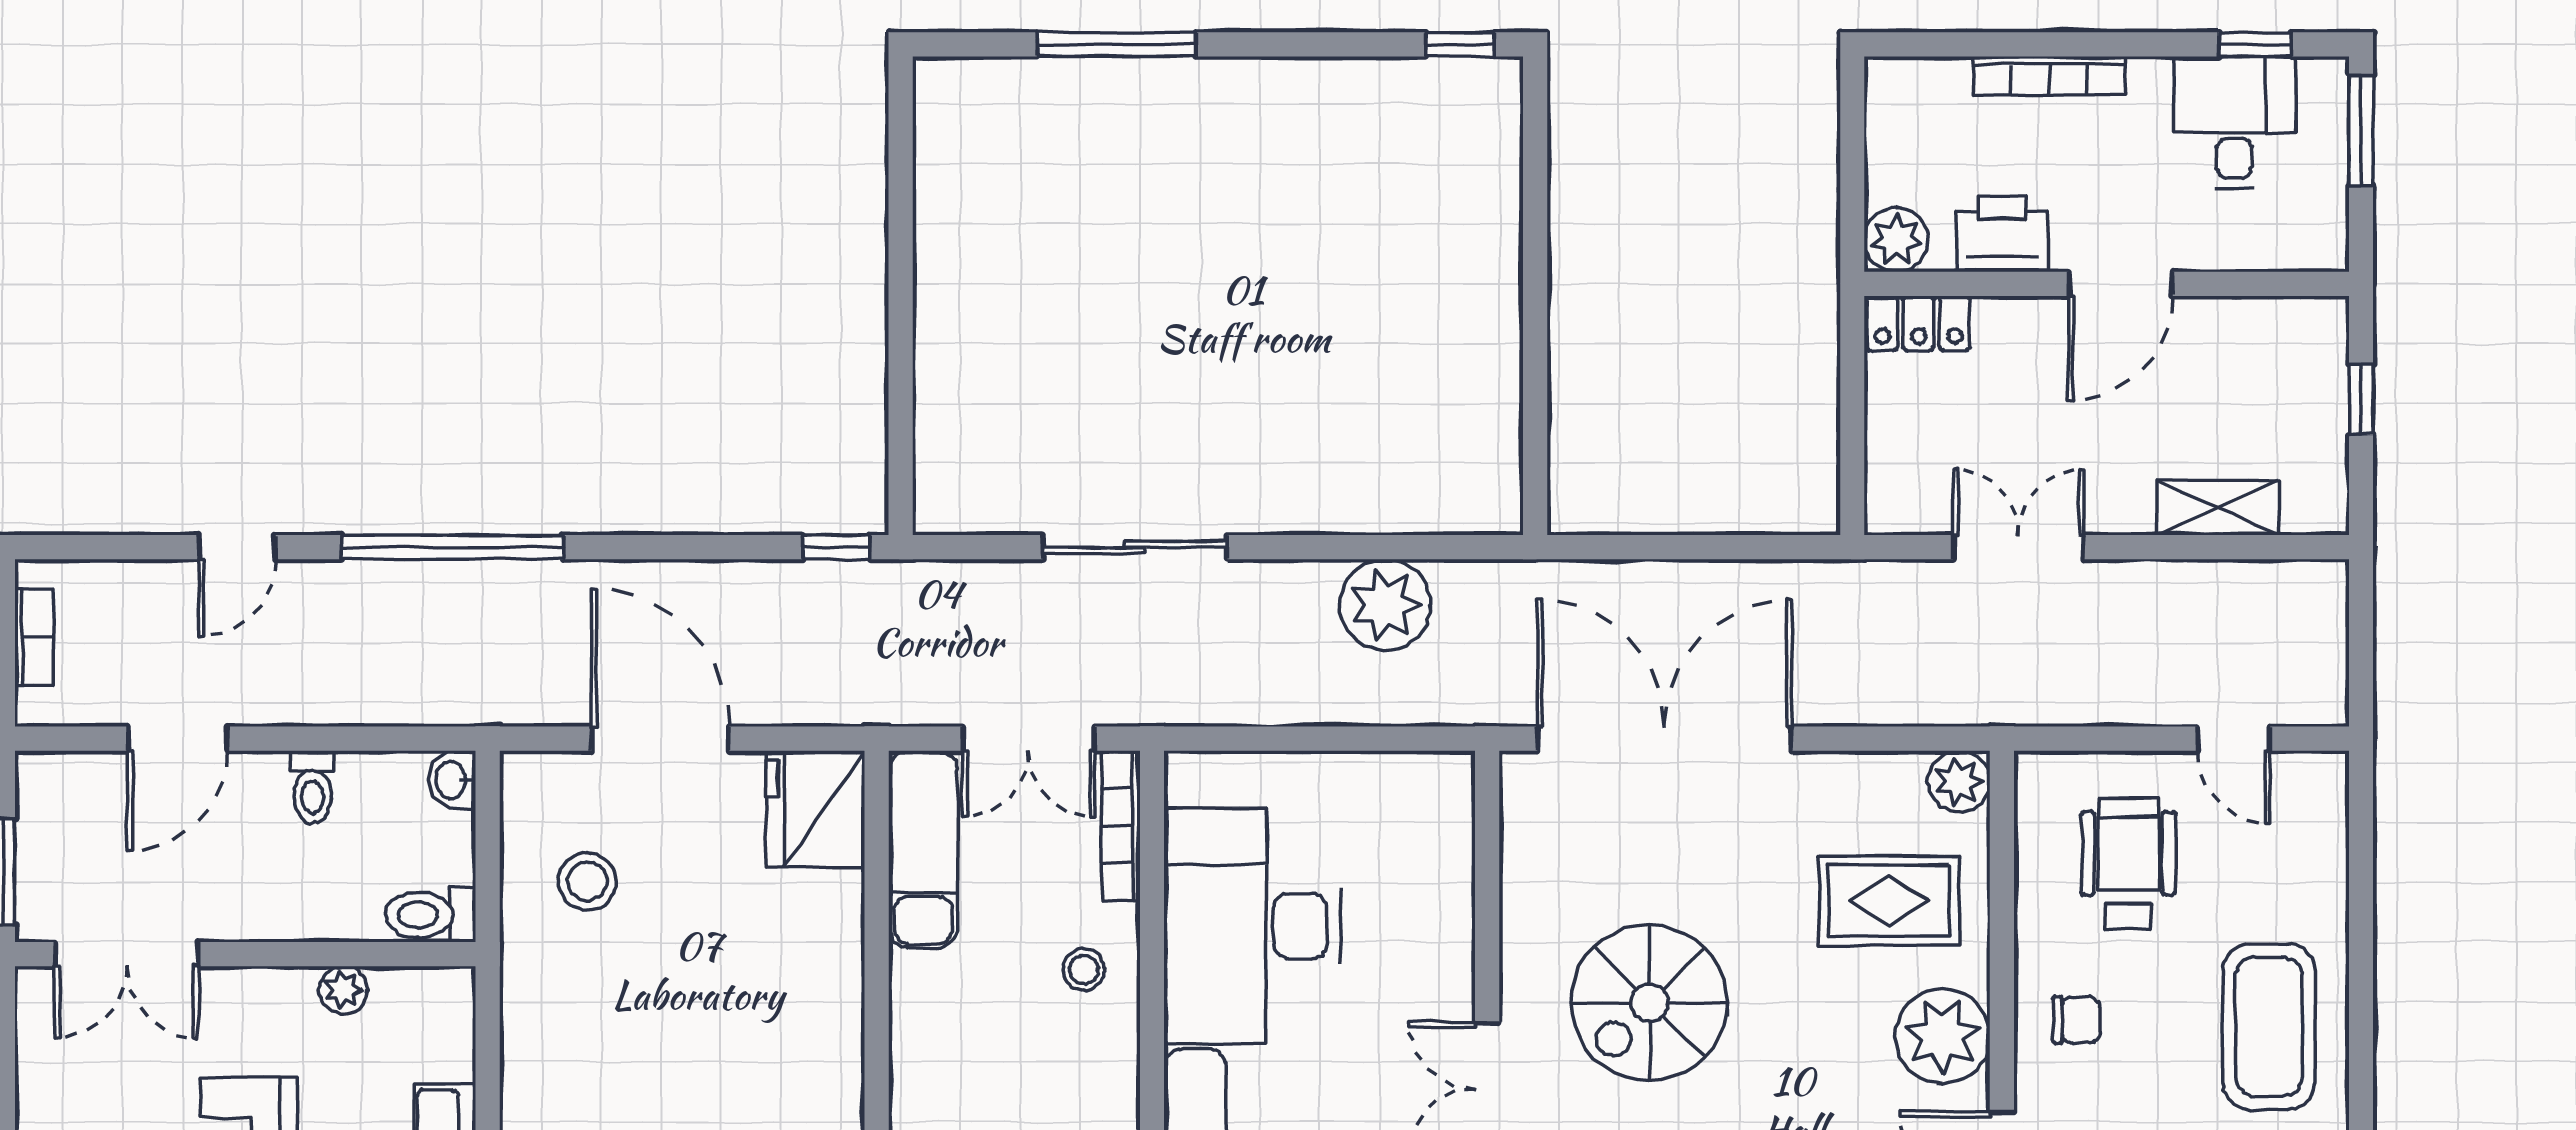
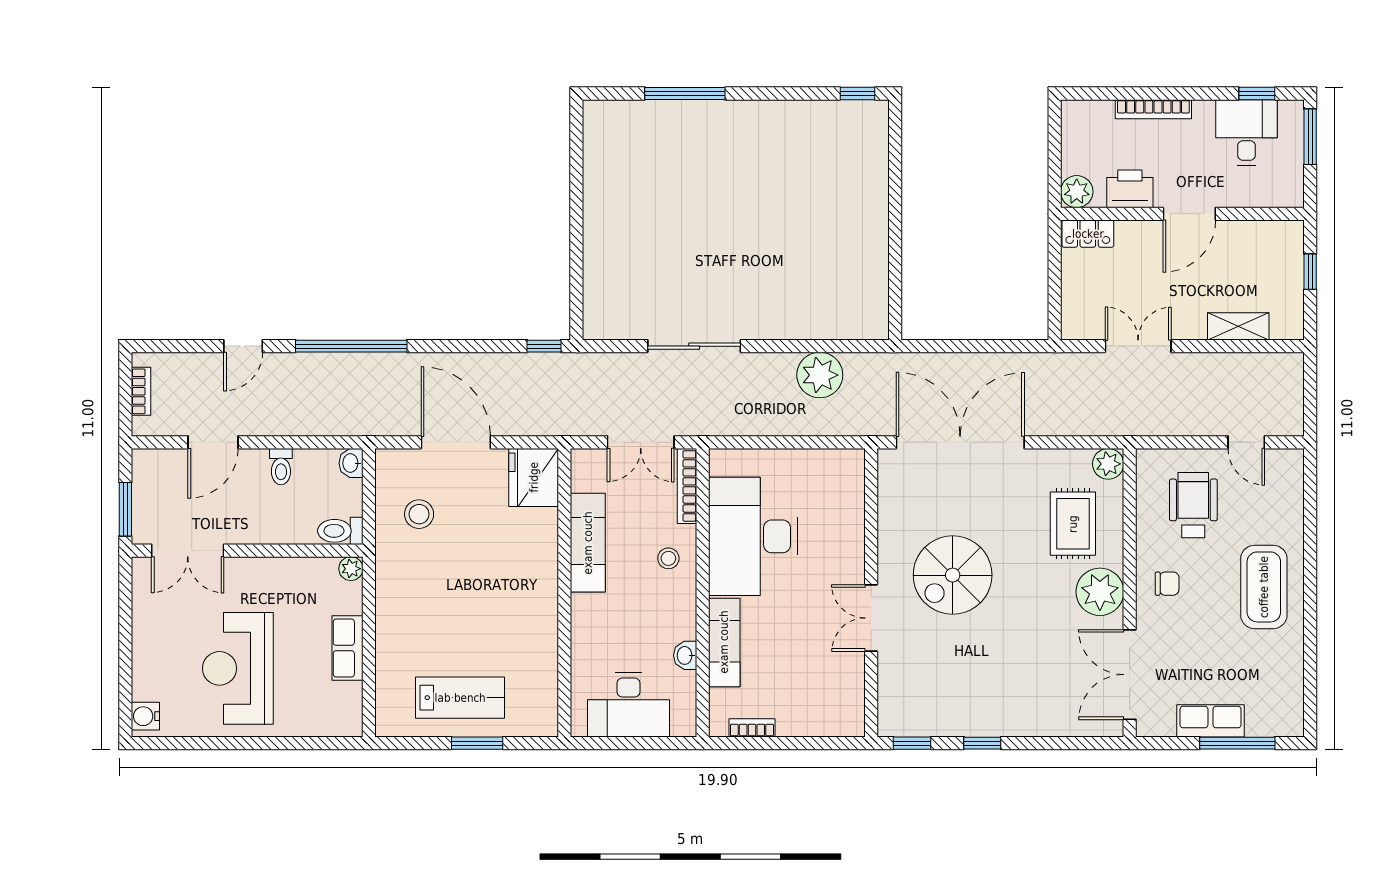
exam couch: (923, 849) -> (588, 543), moved
rug: (1889, 901) -> (1073, 524), turned 90
plant: (344, 990) -> (351, 569), moved

